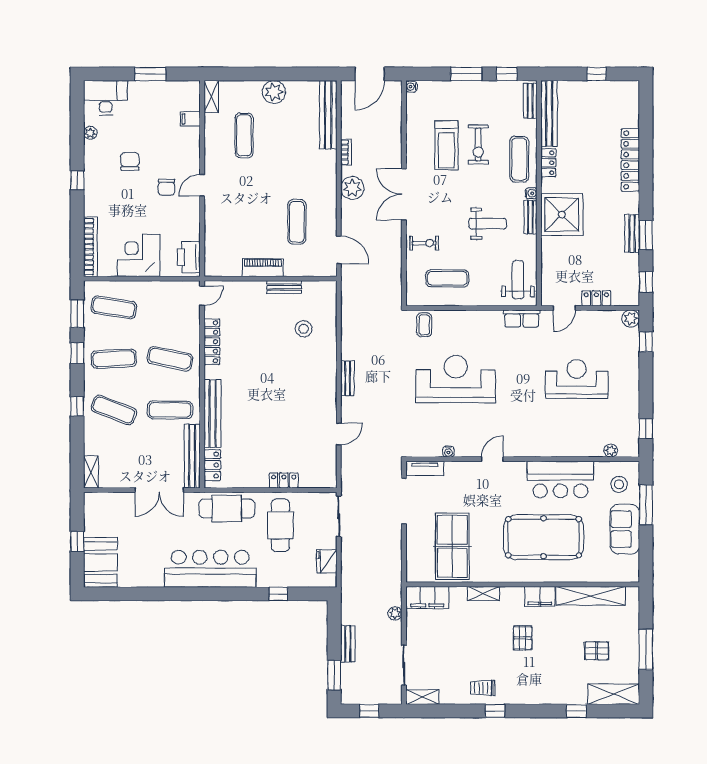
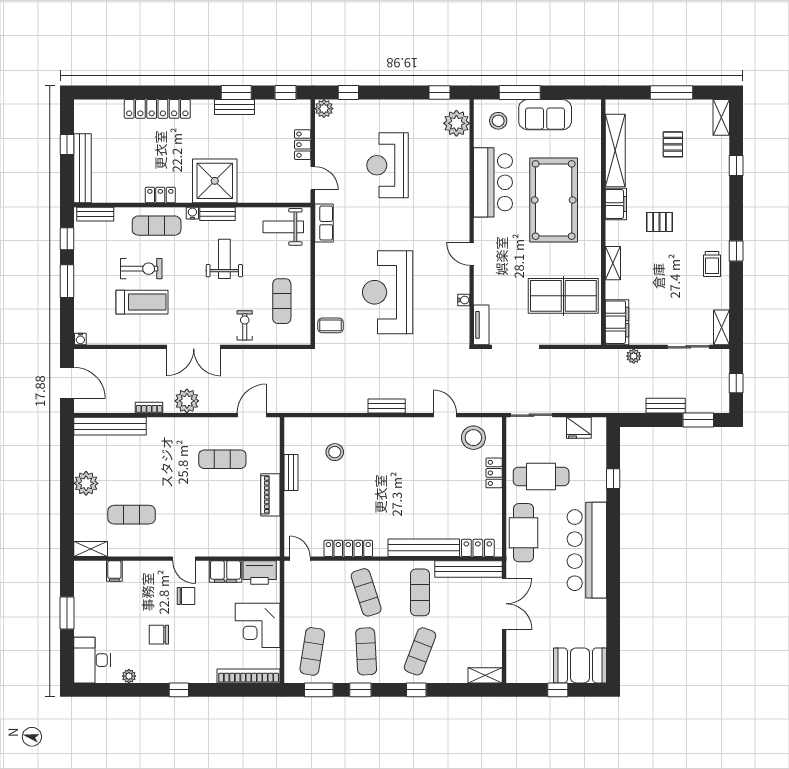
bench: (549, 113) -> (83, 168), moved, turned 90
filing cabinet: (190, 225) -> (225, 572), added
exercise mat: (170, 359) -> (366, 592), turned -30
plant: (611, 451) -> (456, 123), width x1.88, depth x1.88
stool: (317, 461) -> (473, 438), added
shelving: (614, 694) -> (721, 117), width x0.67, depth x0.75

